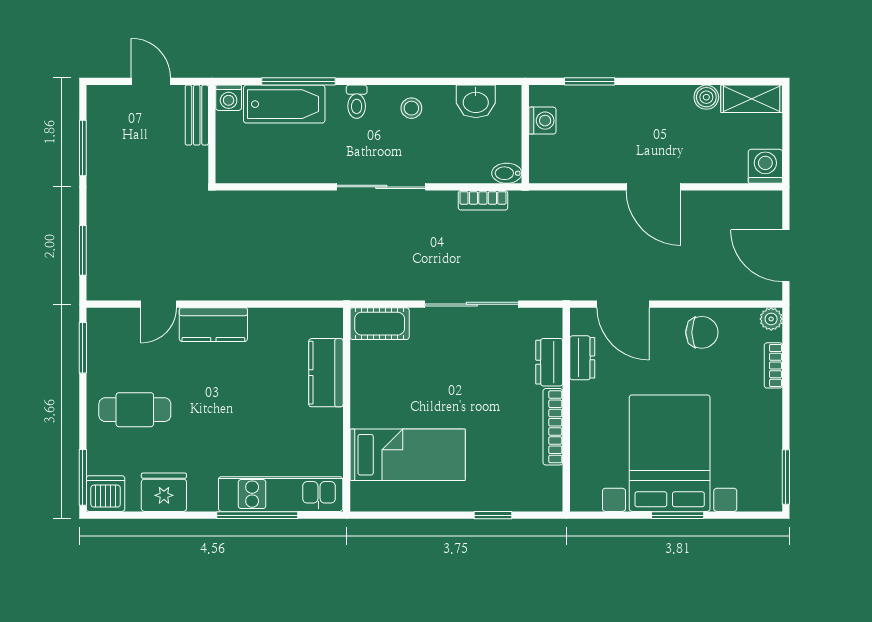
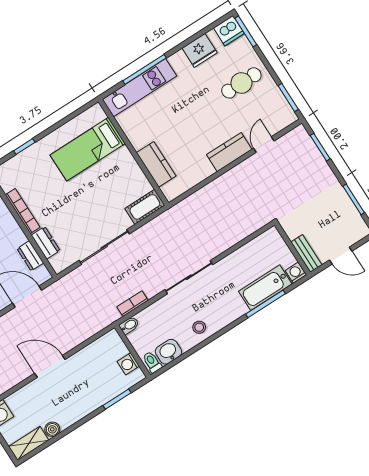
toilet: (357, 102) -> (152, 362), moved

